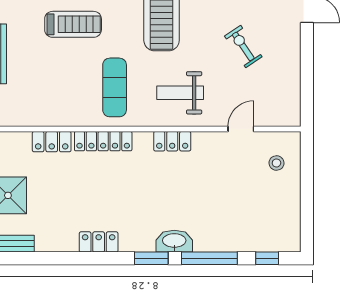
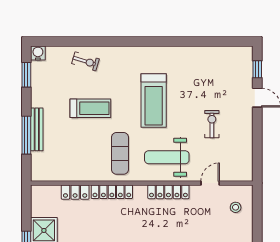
exercise bike: (243, 46) -> (212, 124), turned 34
weight bench: (180, 93) -> (167, 157), width x1.36, depth x1.33
locker: (172, 141) -> (168, 192), width x1.53

